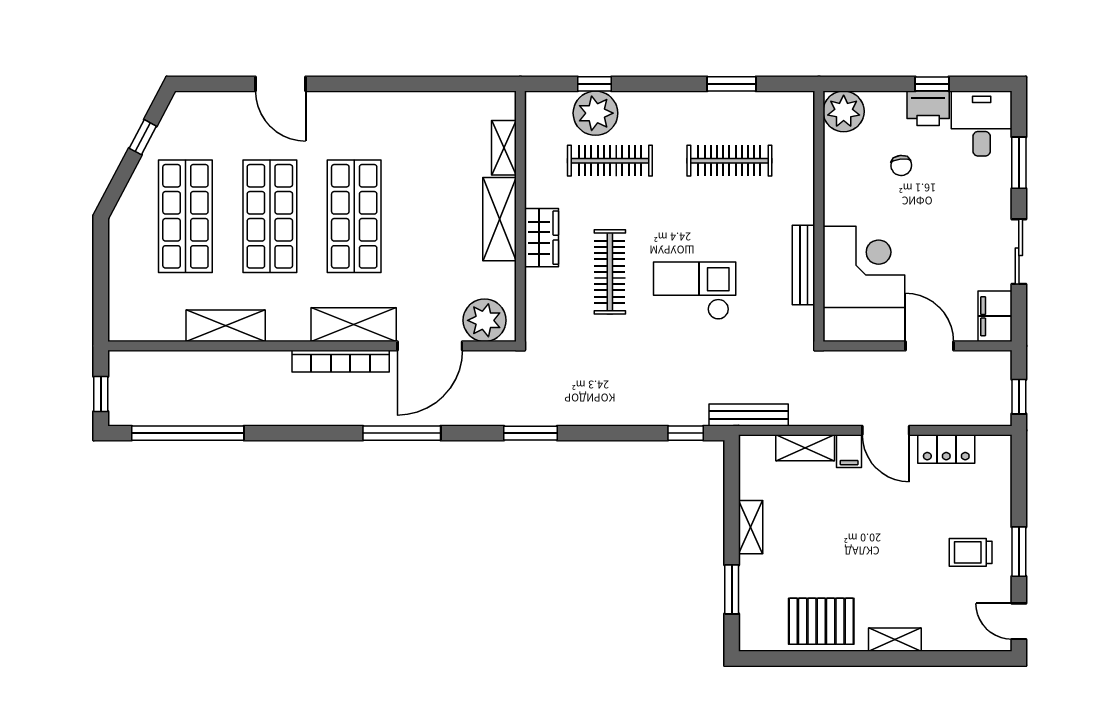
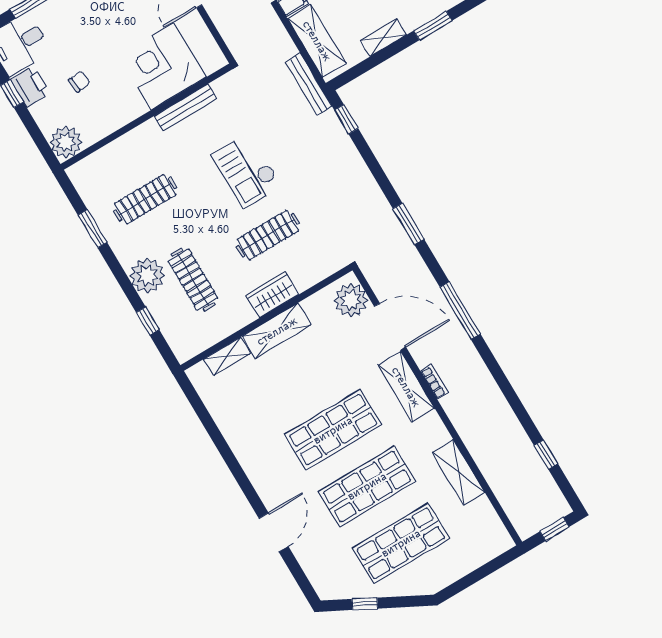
plant: (595, 113) -> (147, 276), moved
clothes rail: (729, 161) -> (145, 199), turned 90
bookcase: (341, 361) -> (434, 382), width x0.43, depth x0.76
window: (188, 433) -> (546, 455), width x0.32
shelving: (805, 448) -> (317, 41), width x1.50, depth x1.33

